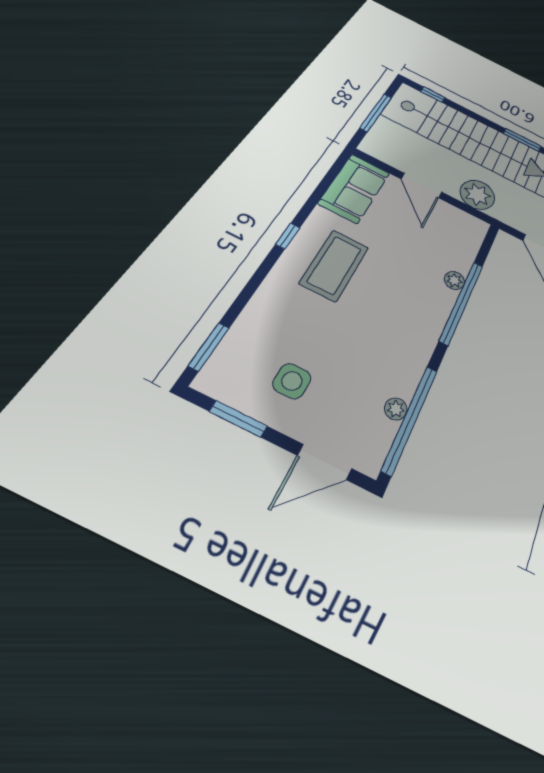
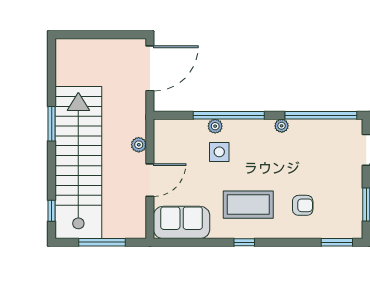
plant: (477, 195) -> (139, 145), width x0.53, depth x0.53
armchair: (293, 329) -> (303, 205), added
side table: (292, 381) -> (219, 152), moved
plant: (396, 409) -> (282, 126), moved

